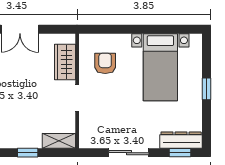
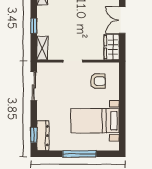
wardrobe: (65, 62) -> (112, 47), moved, turned -90
window: (206, 89) -> (79, 154), width x2.17
sliding door: (129, 153) -> (34, 86), moved

